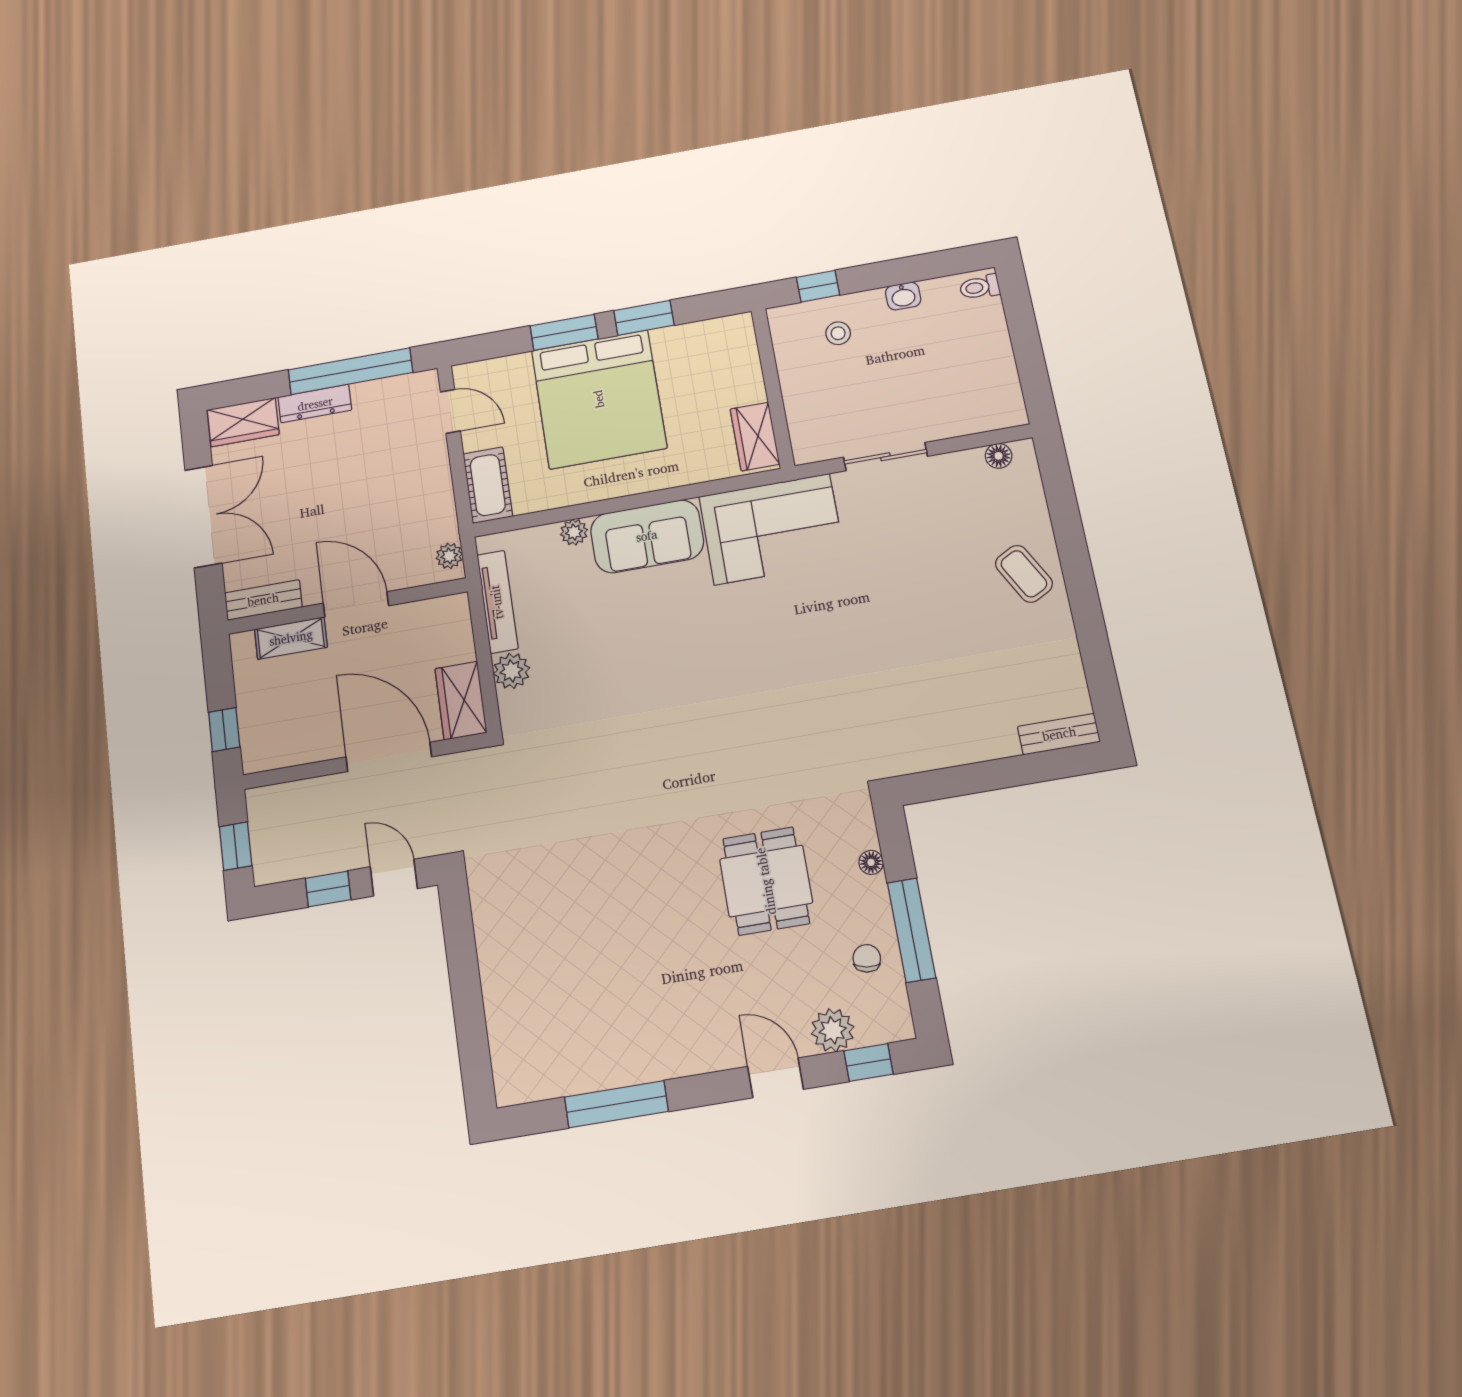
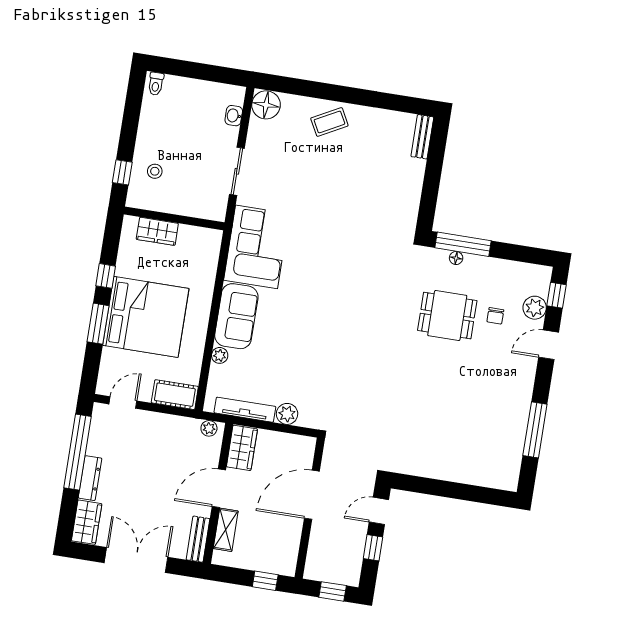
washbasin: (903, 296) -> (234, 116), moved, turned 180
window: (644, 318) -> (106, 276), width x0.67
wardrobe: (755, 437) -> (157, 231), moved
floor lamp: (999, 456) -> (266, 105), width x1.89, depth x1.89
wardrobe: (461, 701) -> (242, 448), moved, turned -90
window: (911, 930) -> (463, 244), moved
chair: (867, 958) -> (495, 316), moved, turned -99

